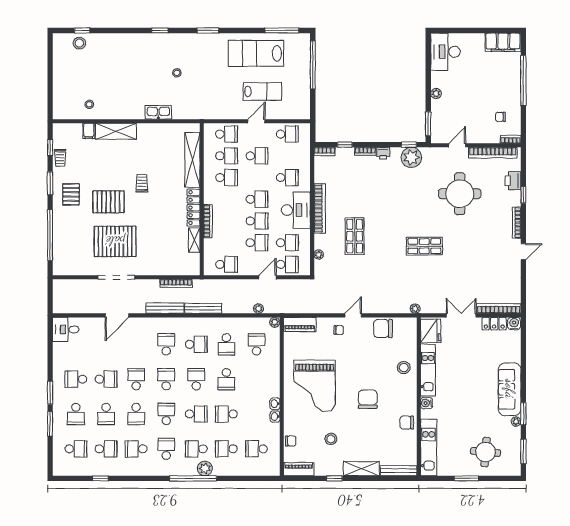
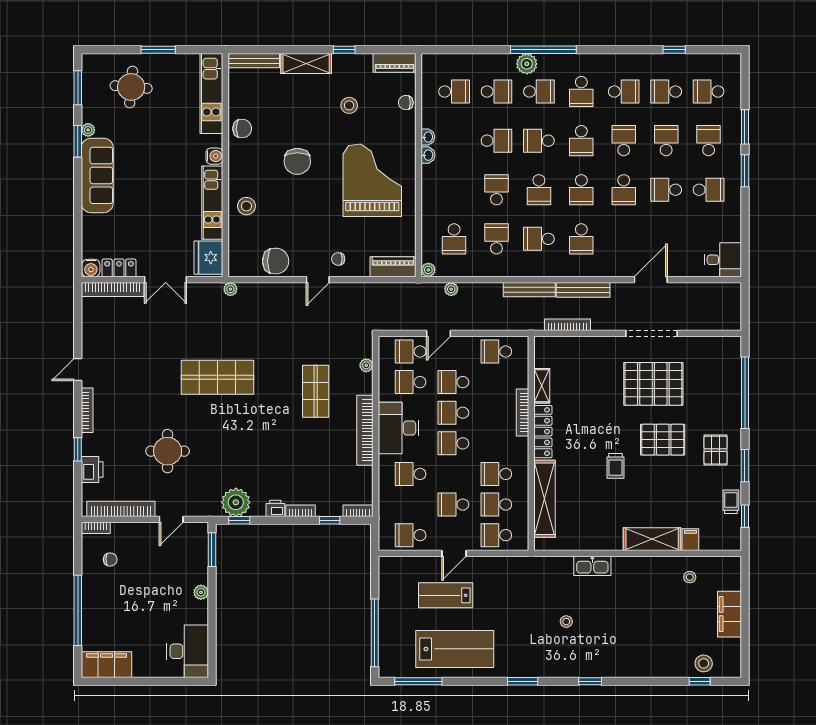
filing cabinet: (61, 78) -> (729, 614), added
round table: (460, 194) -> (168, 451), width x0.73, depth x0.73
shop shelf: (424, 246) -> (217, 377), width x1.43, depth x1.36

